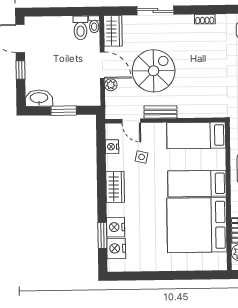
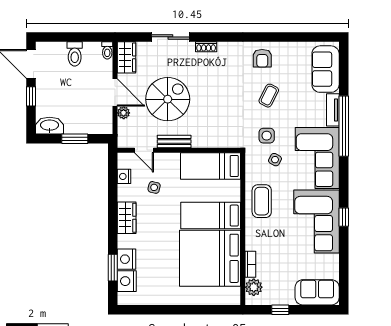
shoe rack: (205, 19) -> (206, 47), moved
toilet: (80, 28) -> (75, 54), moved

